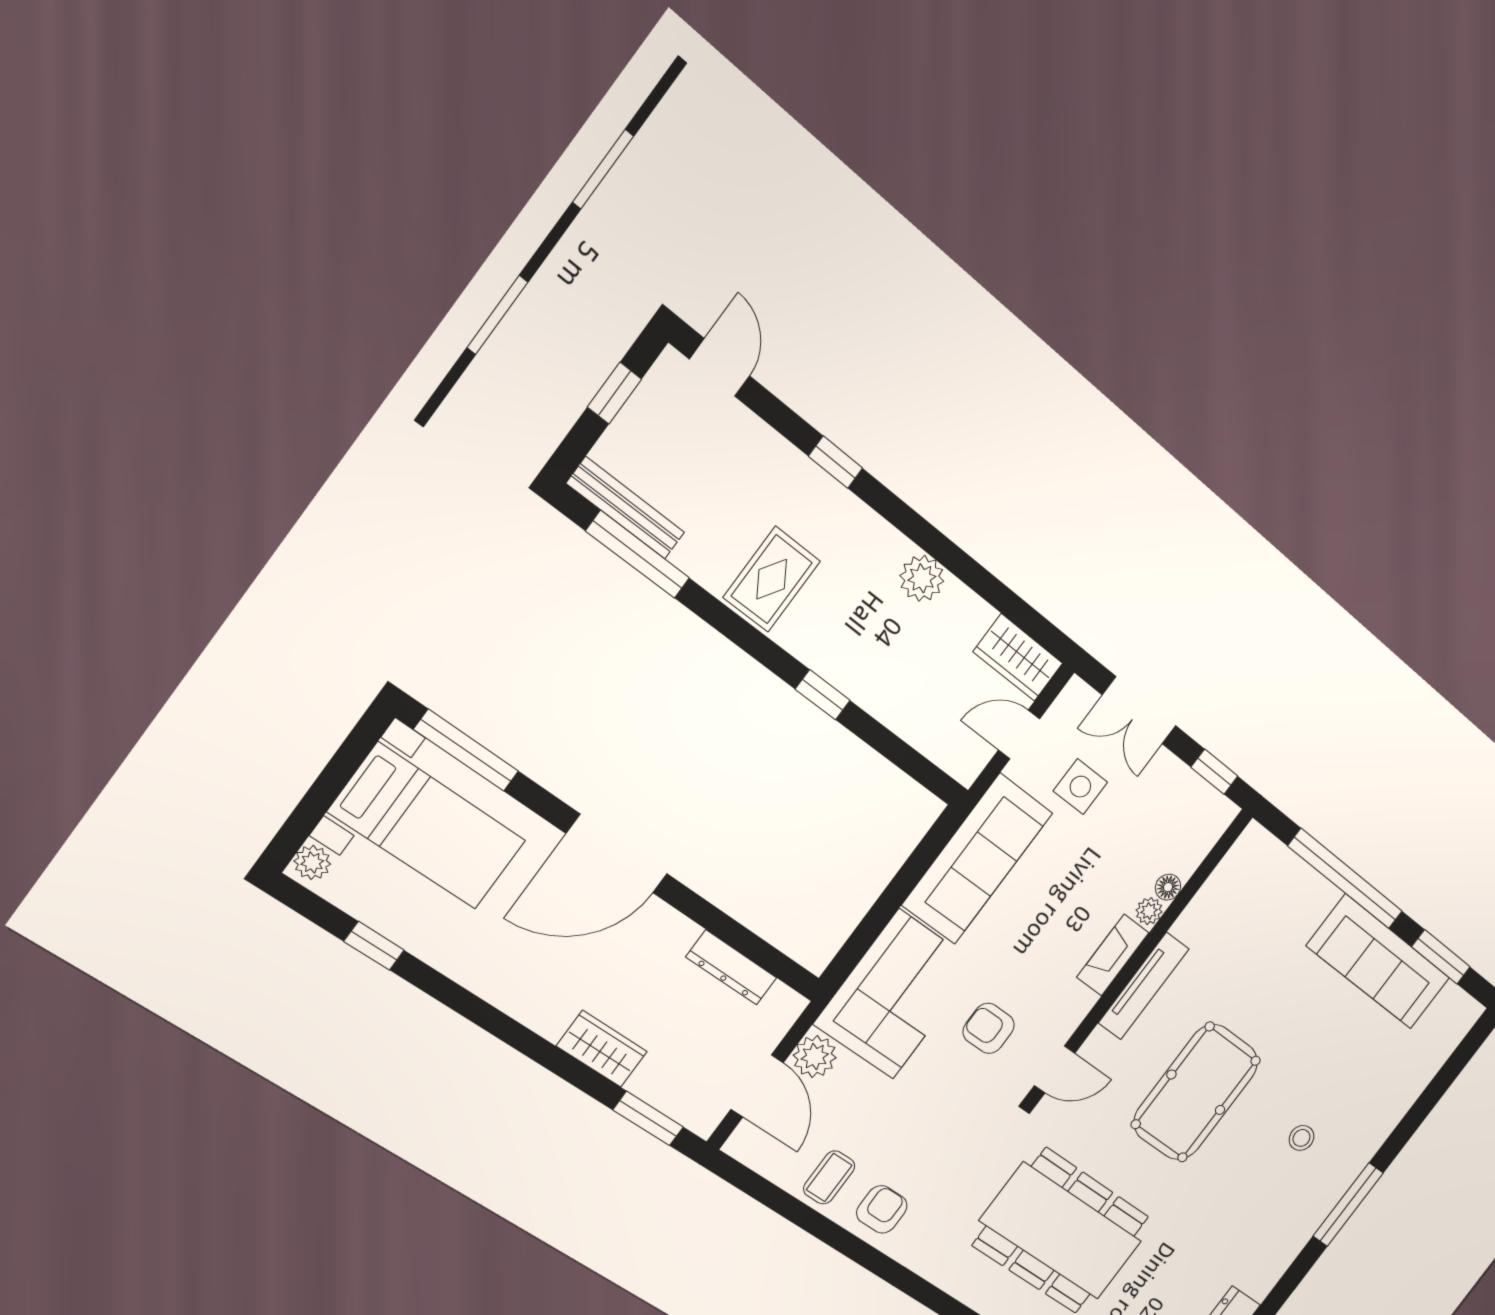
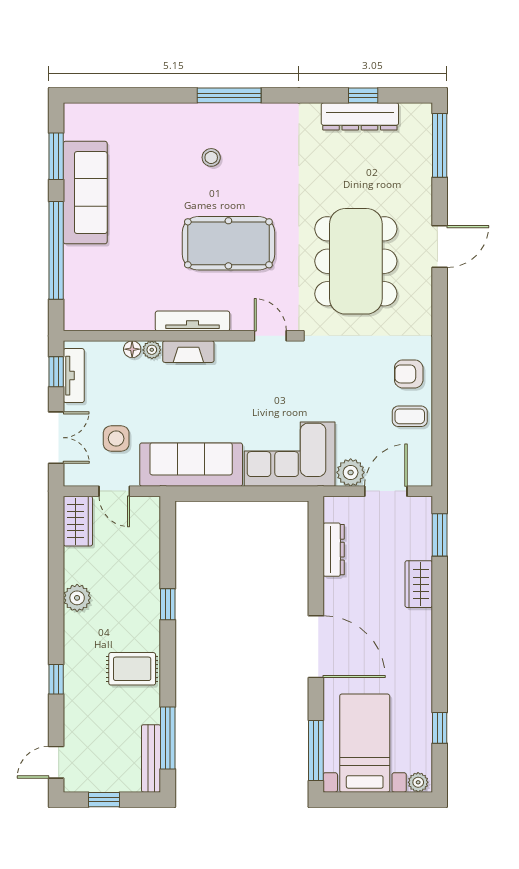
tv unit: (1193, 790) -> (74, 376), added
armchair: (989, 1028) -> (273, 390), removed

